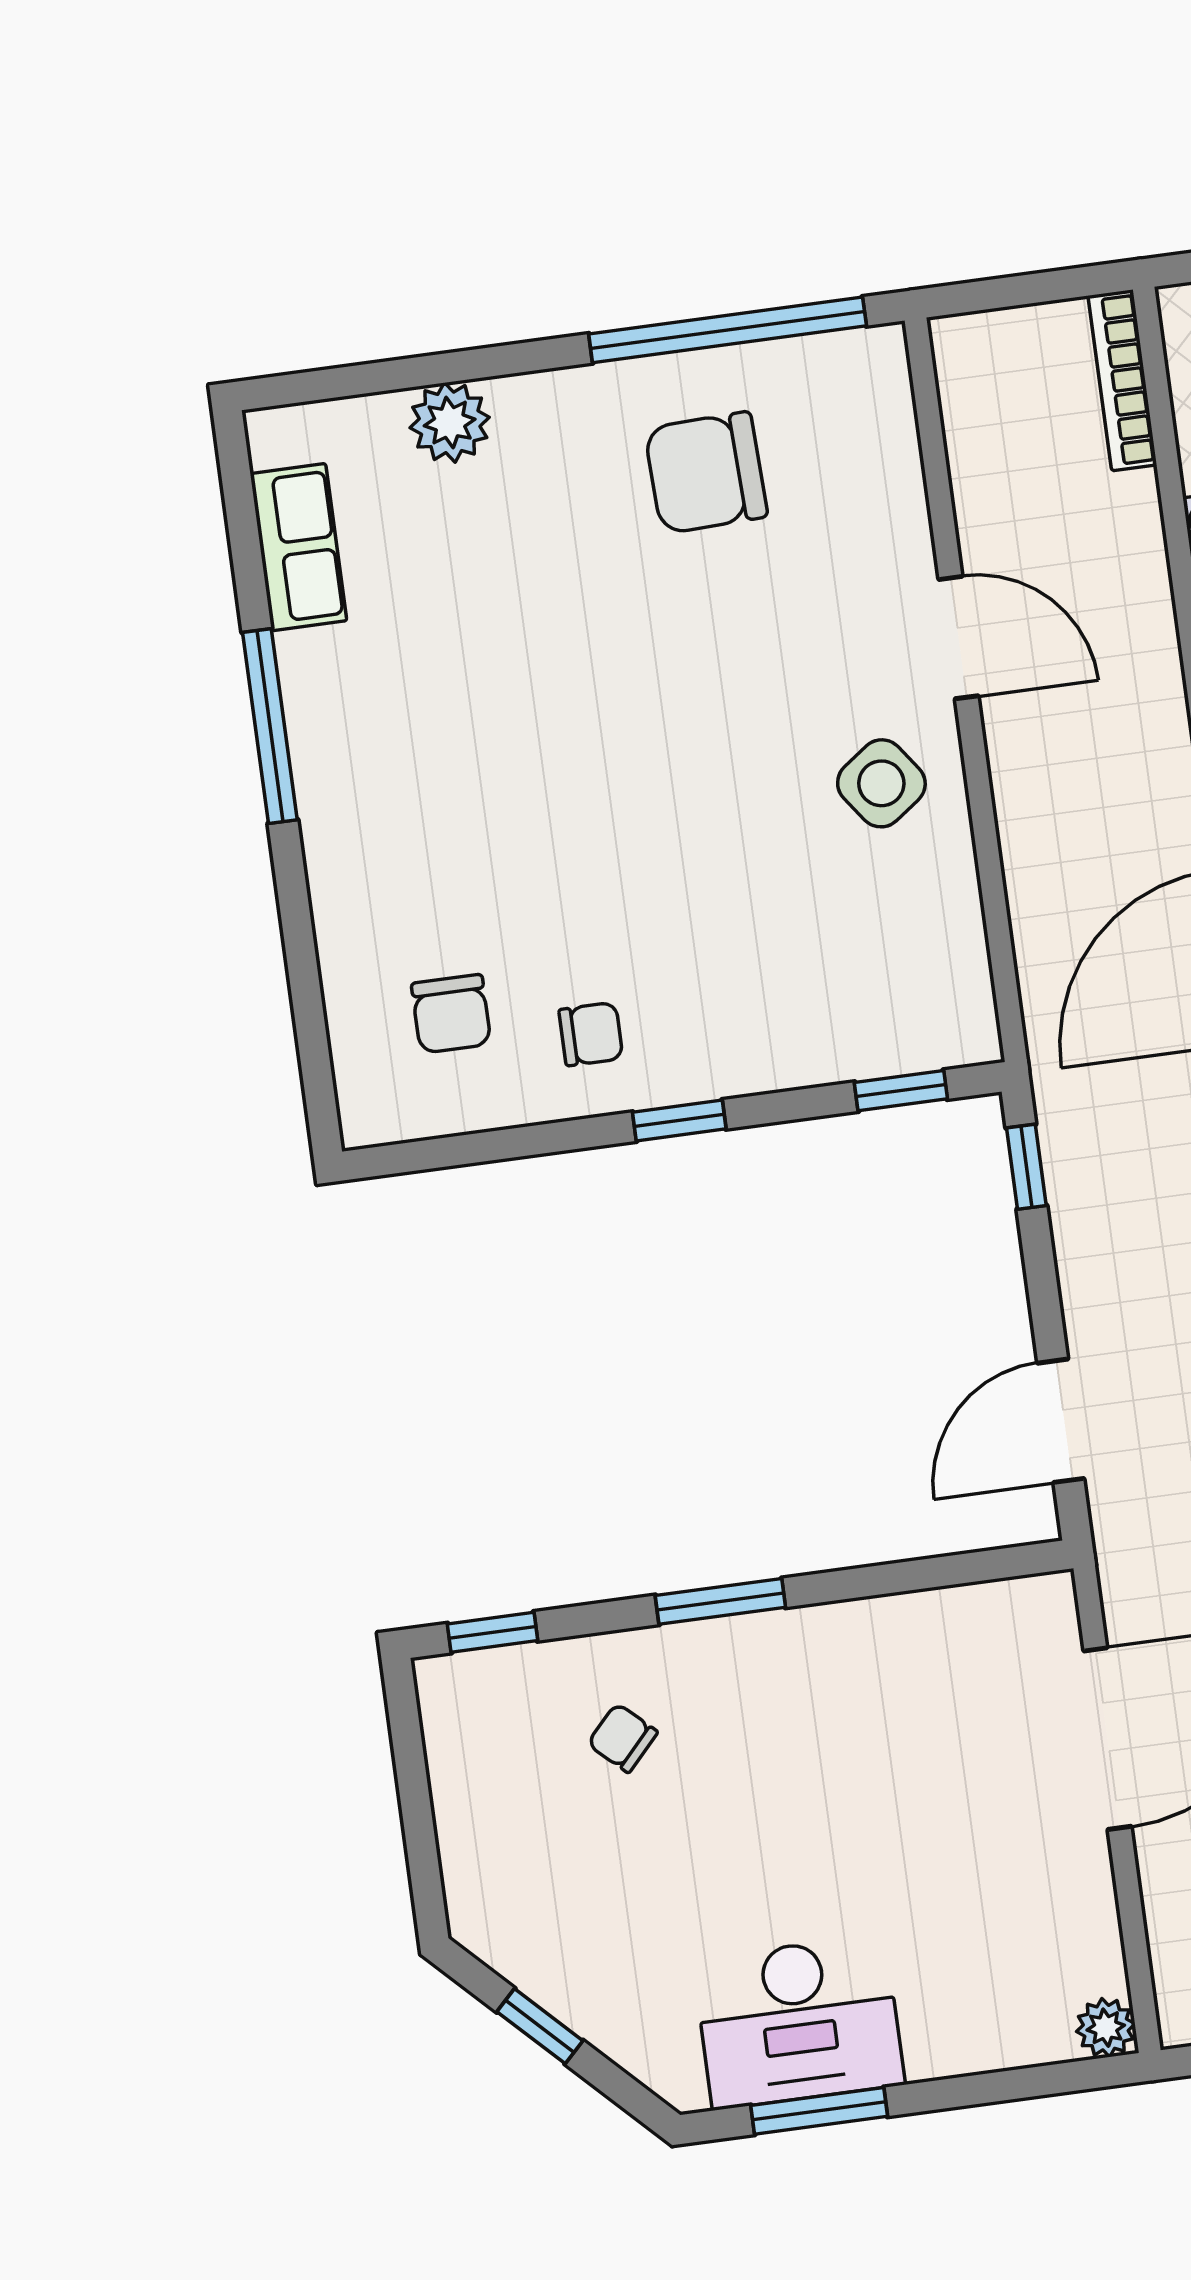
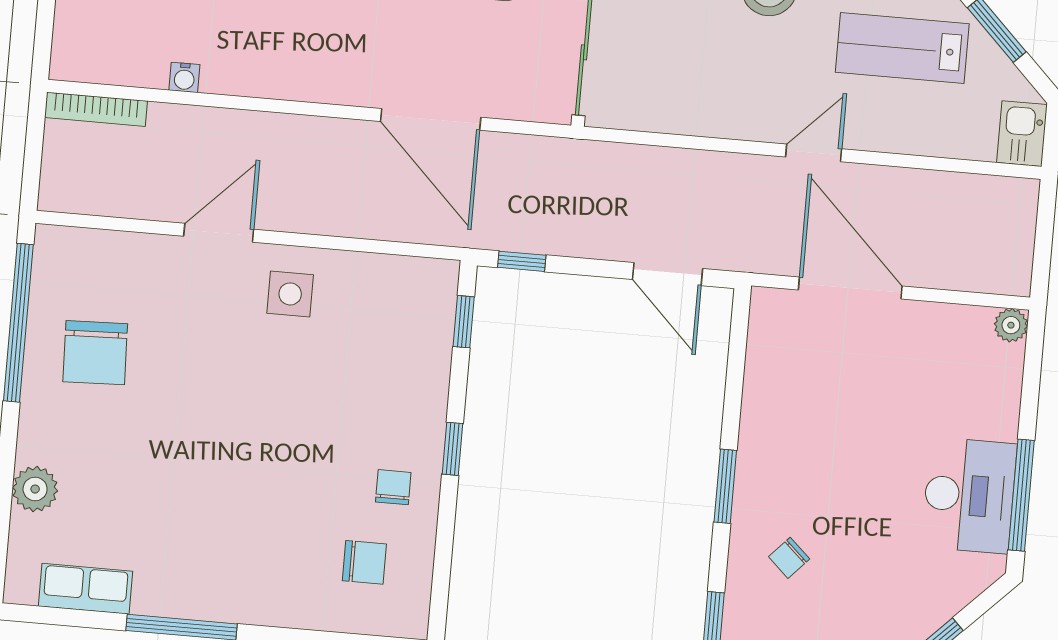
side table: (881, 783) -> (290, 294), turned 36
window: (819, 2111) -> (1021, 495), width x1.44

